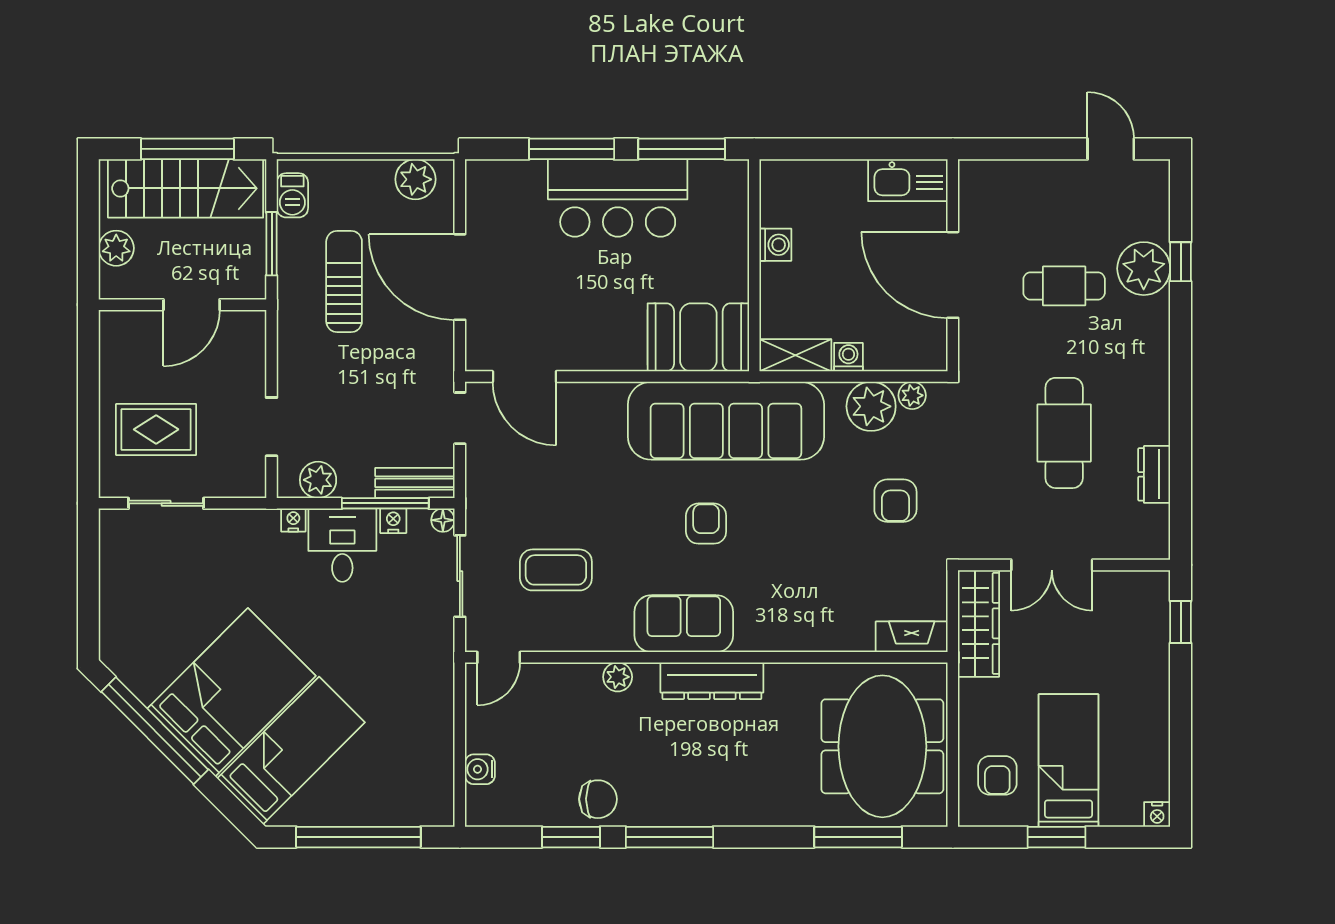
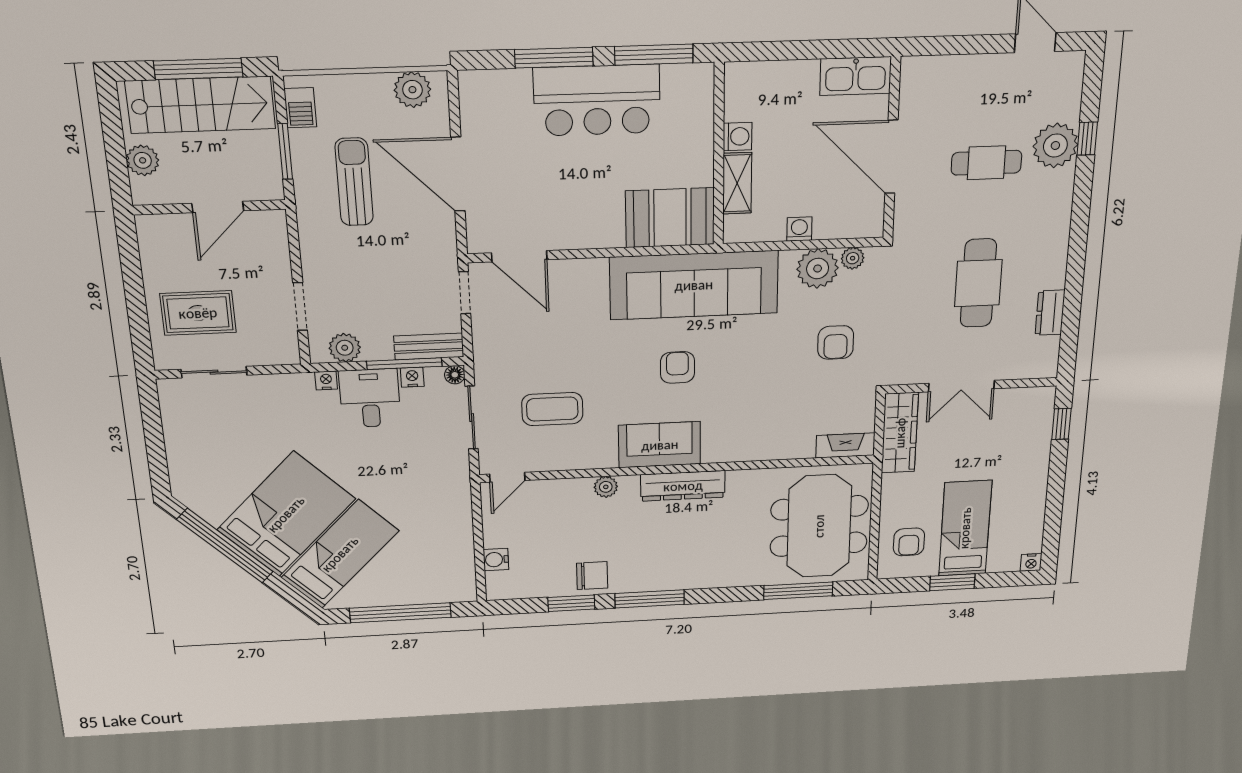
shelving: (795, 355) -> (737, 183), moved, turned 90

